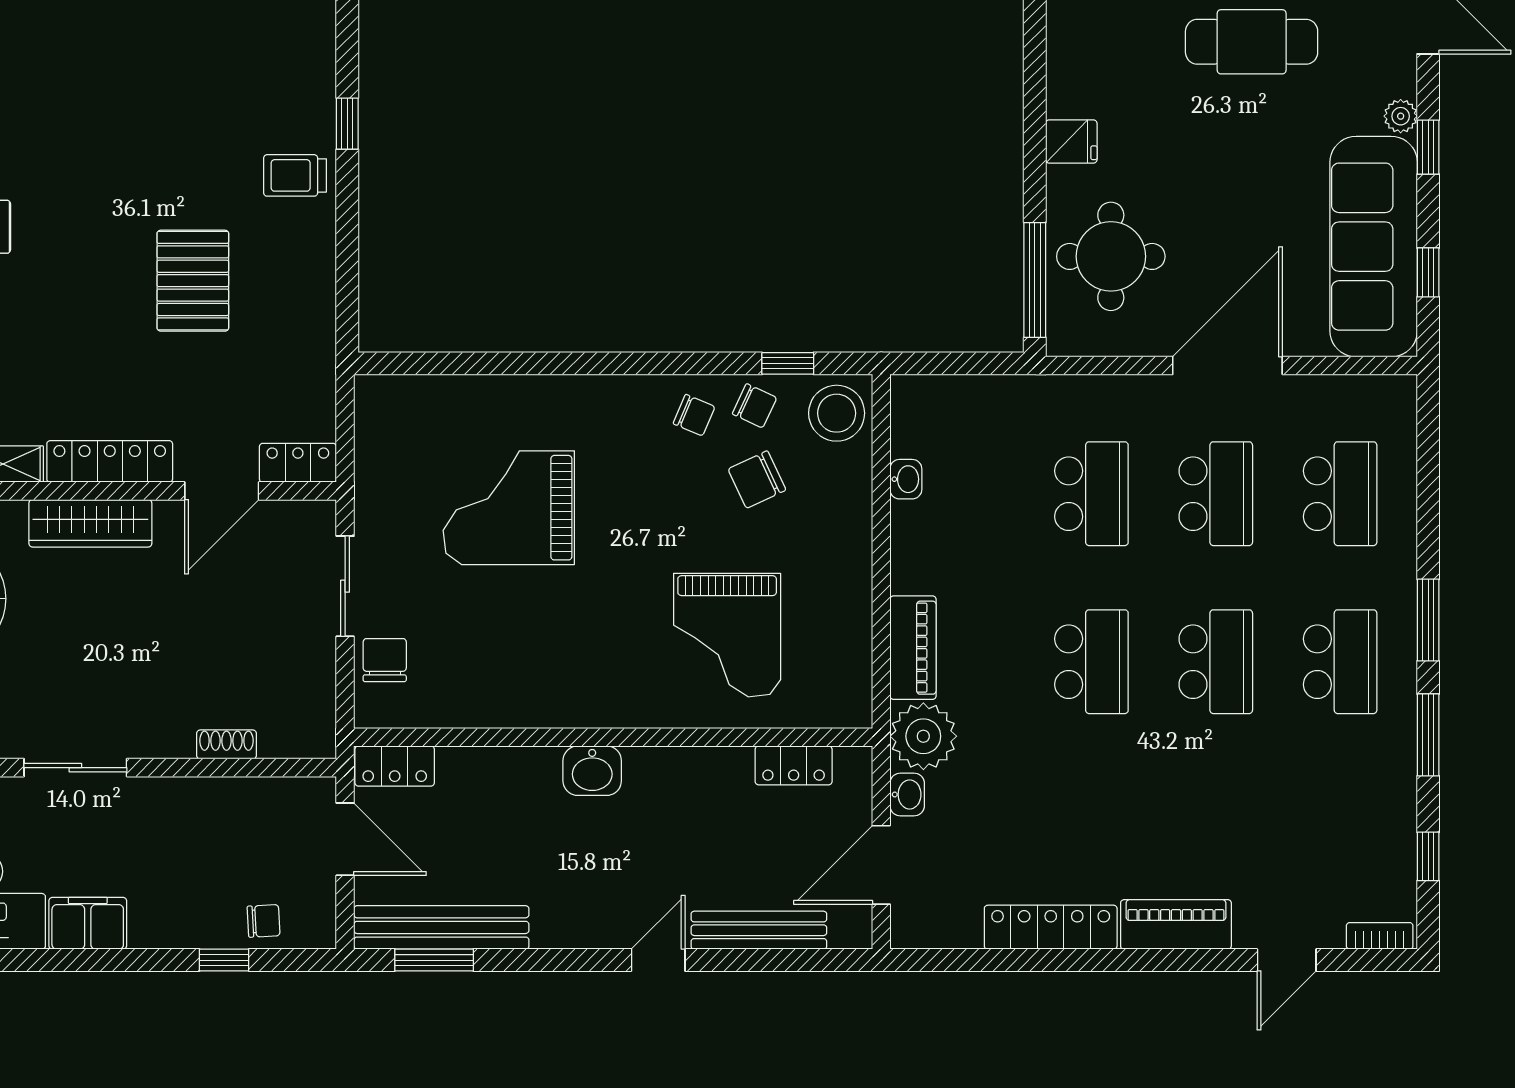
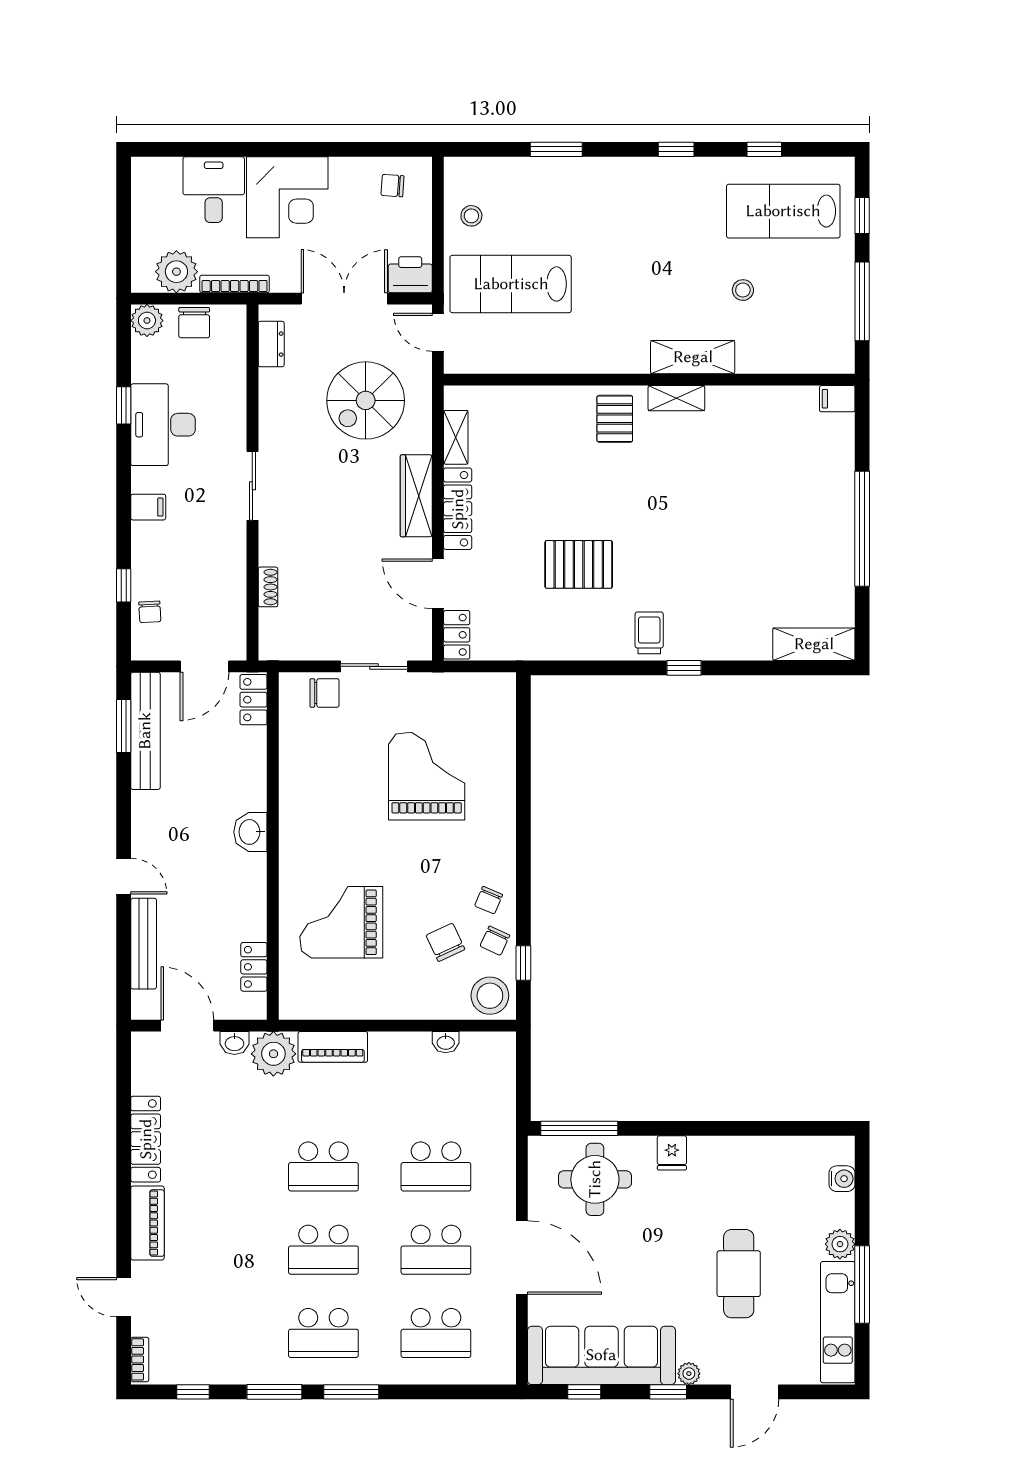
filing cabinet: (88, 923) -> (148, 507), width x0.50

